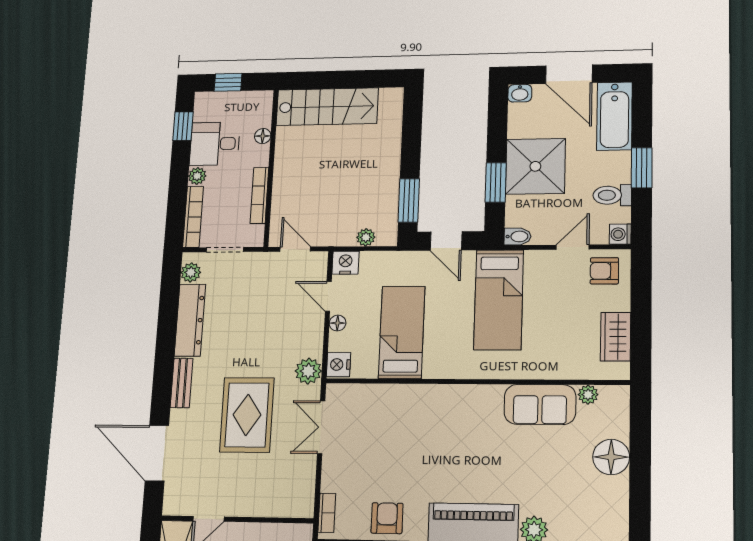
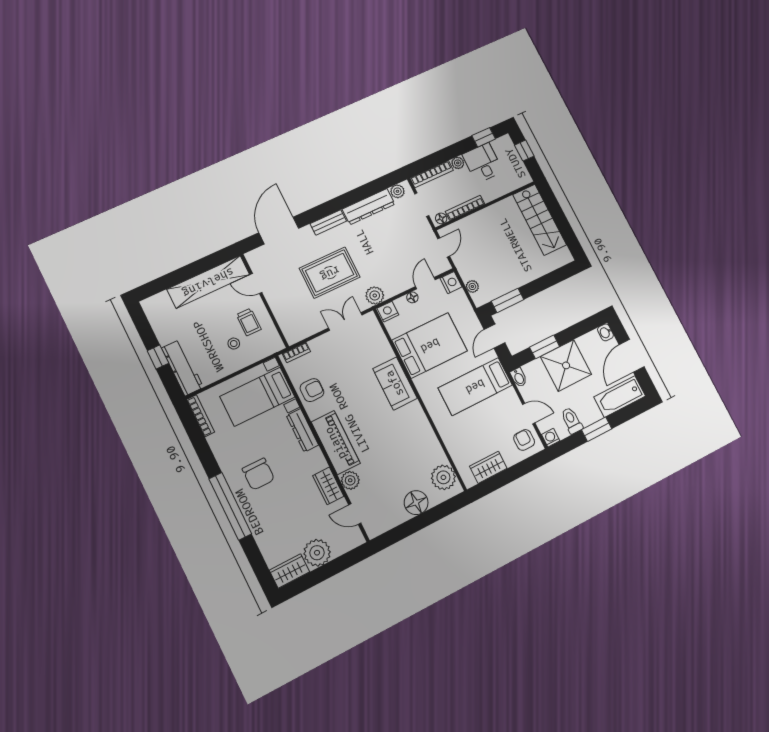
floor lamp: (263, 136) -> (441, 218), moved
bed: (402, 332) -> (430, 345), width x1.50
plant: (588, 395) -> (443, 477), width x1.87, depth x1.87
sofa: (540, 404) -> (395, 383), moved

